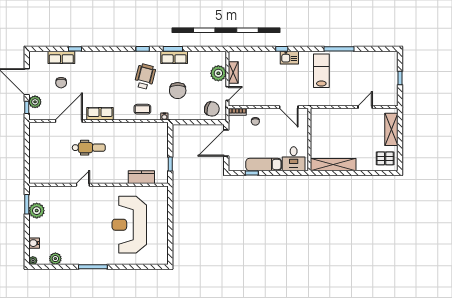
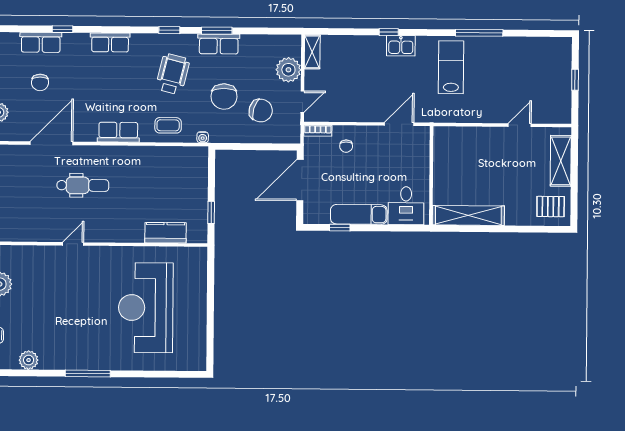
row of seats: (105, 57) -> (110, 43), added
shelving: (233, 72) -> (312, 52), moved
door: (289, 107) -> (399, 124), swing flipped
chair: (212, 109) -> (261, 111), moved
row of seats: (100, 114) -> (118, 132), moved

